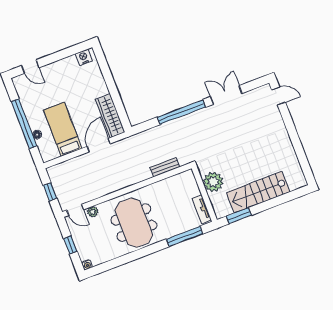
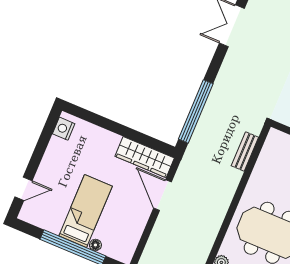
window: (181, 112) -> (196, 111), moved
bed: (63, 129) -> (86, 211), moved, turned 90

